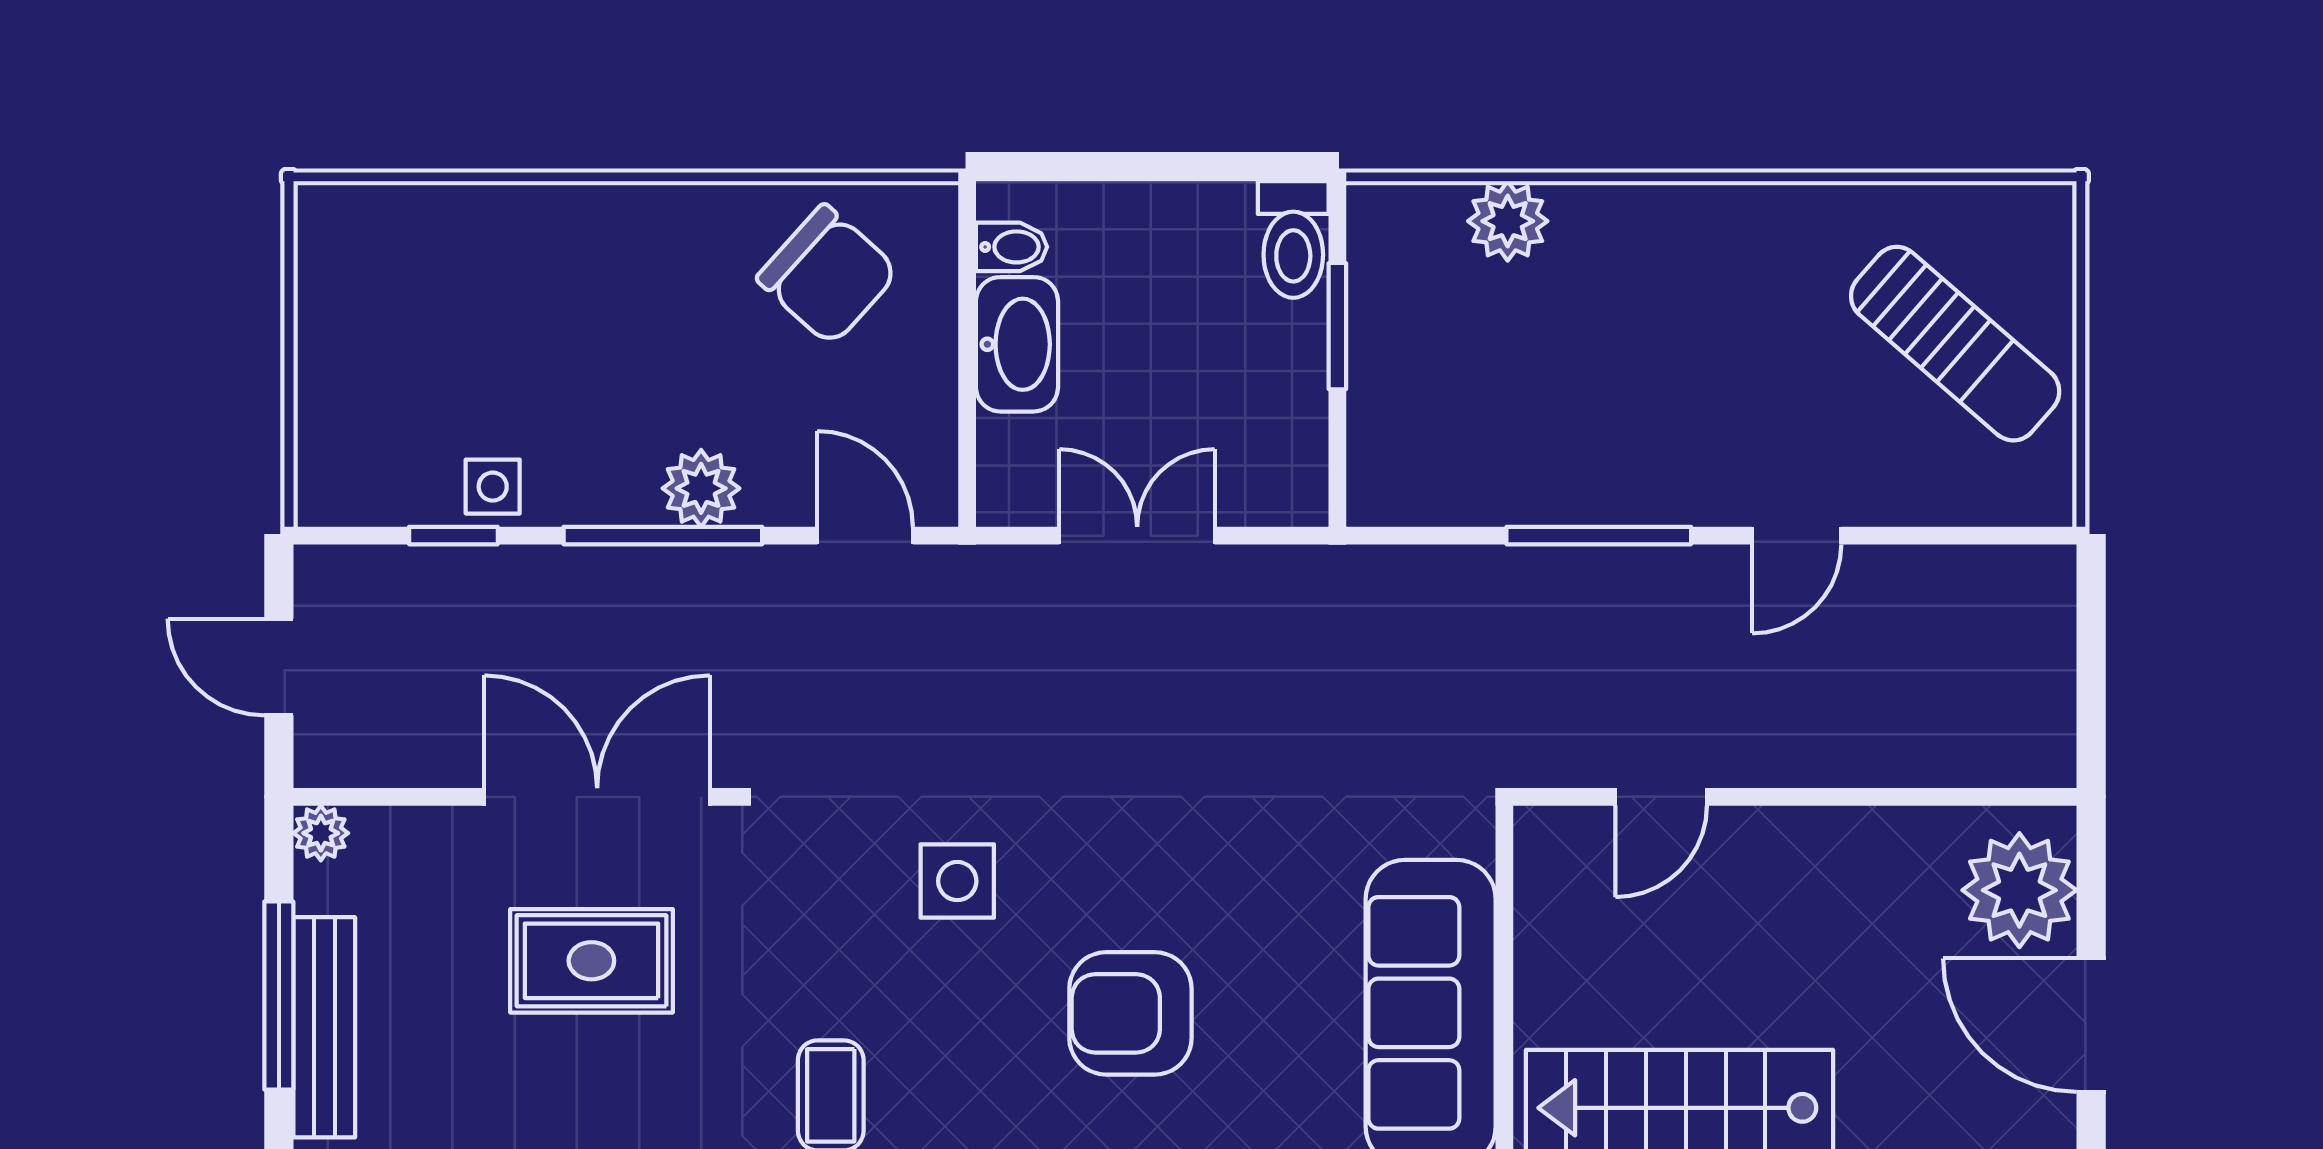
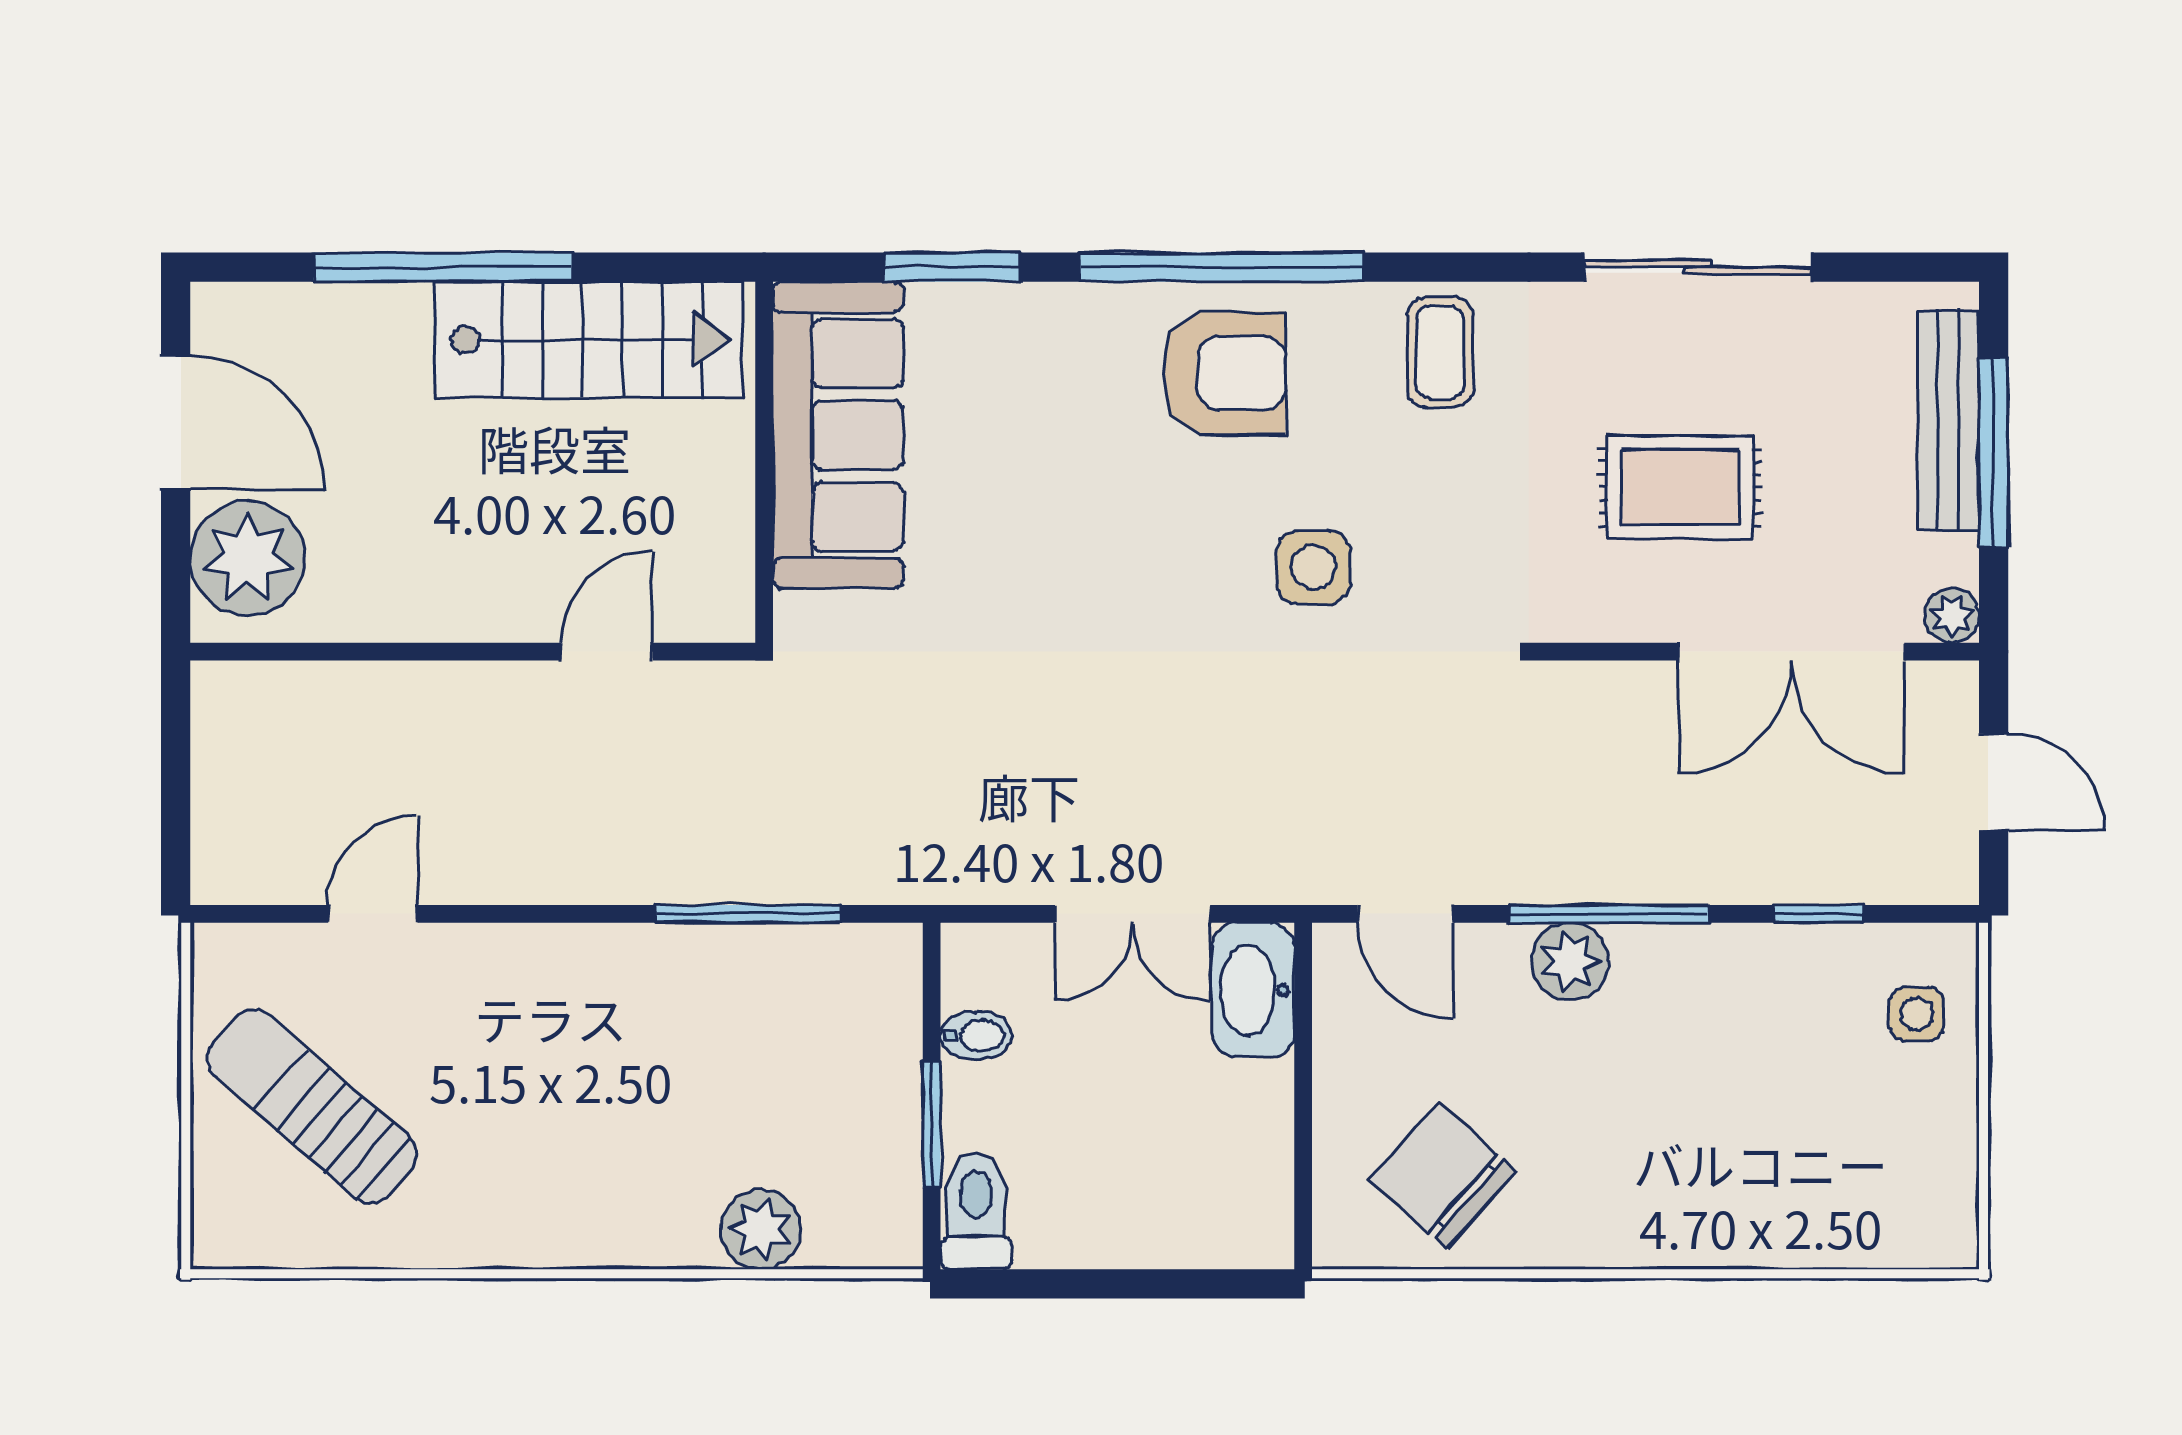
bidet: (1012, 247) -> (976, 1035), moved, turned 180
washbasin: (1017, 344) -> (1253, 990), moved
side table: (493, 487) -> (1917, 1014), moved
window: (1599, 536) -> (748, 914), moved
door: (1797, 536) -> (373, 914), moved
double door: (597, 797) -> (1791, 652), moved
armchair: (1130, 1013) -> (1224, 373), moved

